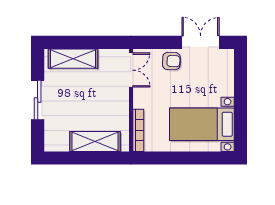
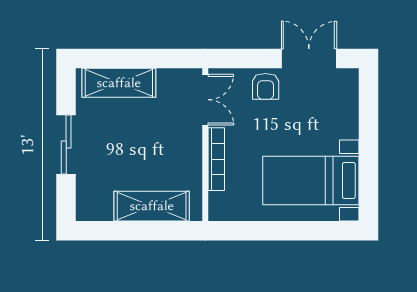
armchair: (171, 61) -> (266, 86), turned 88
bookcase: (138, 130) -> (216, 159), moved

